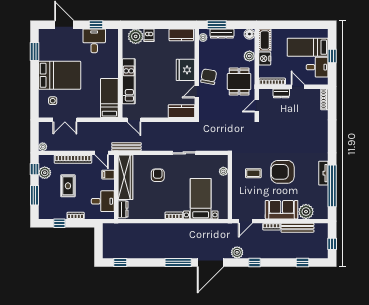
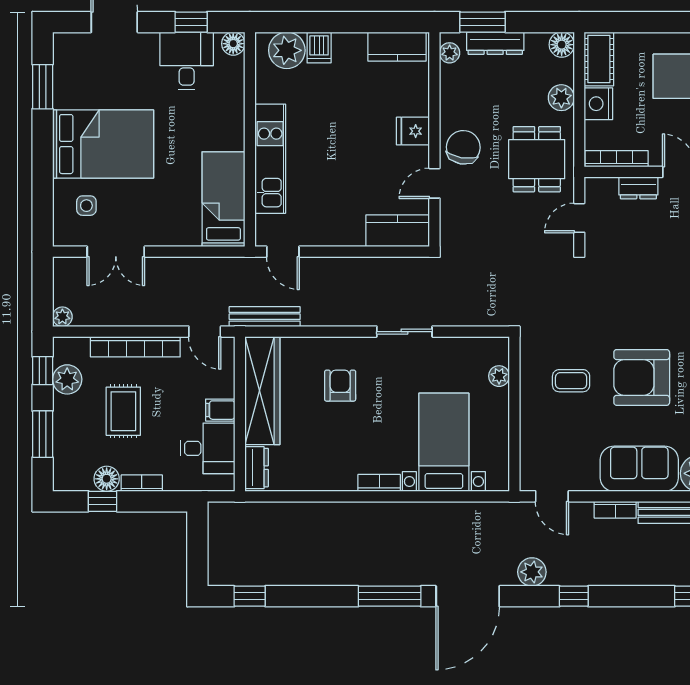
floor lamp: (113, 34) -> (233, 44), added
fridge: (186, 70) -> (413, 131), width x0.53, depth x0.75
filing cabinet: (108, 175) -> (220, 410), moved
floor lamp: (61, 214) -> (107, 479), added
door: (245, 221) -> (552, 496), hinge flipped

